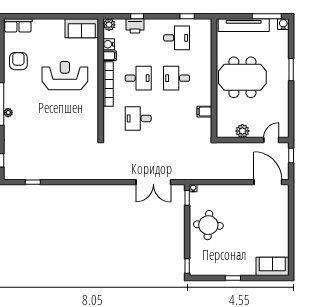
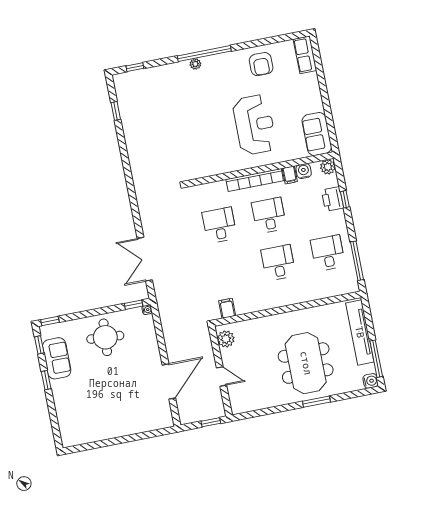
window: (187, 16) -> (357, 261), width x2.17
desk: (177, 38) -> (328, 253), turned 180
armchair: (18, 61) -> (261, 64), turned 90
meeting table: (242, 77) -> (306, 363), moved
desk: (138, 78) -> (269, 215), turned 180
filing cabinet: (204, 112) -> (227, 308), moved
plant: (242, 131) -> (226, 339), moved
door: (271, 140) -> (222, 376), moved
door: (268, 182) -> (169, 381), moved
sofa: (272, 266) -> (57, 358), moved
window: (204, 278) -> (39, 345), added

